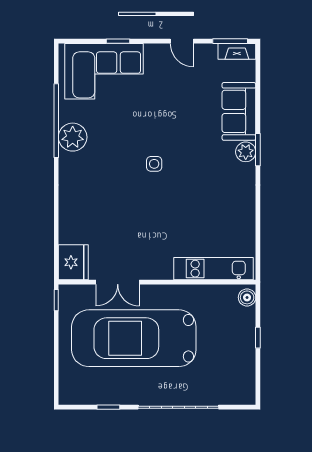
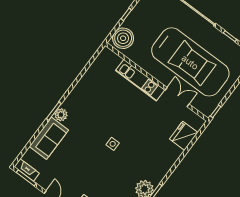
fridge: (73, 262) -> (184, 136), moved
kitchen unit: (213, 269) -> (140, 80), moved
boiler: (247, 297) -> (123, 38), width x1.86, depth x1.86

